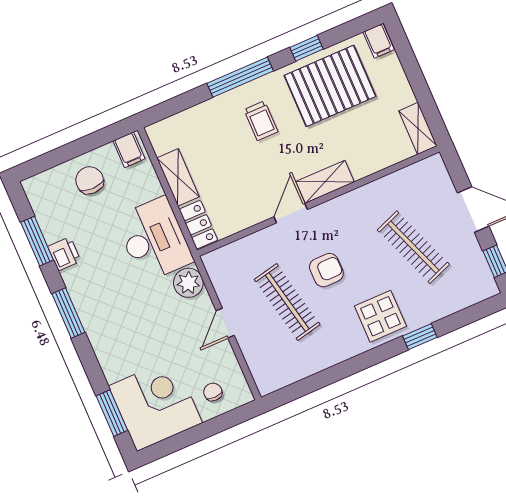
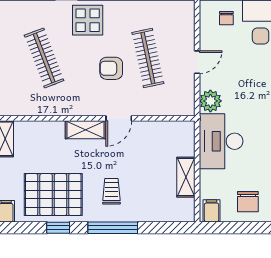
locker: (198, 225) -> (186, 138), removed

